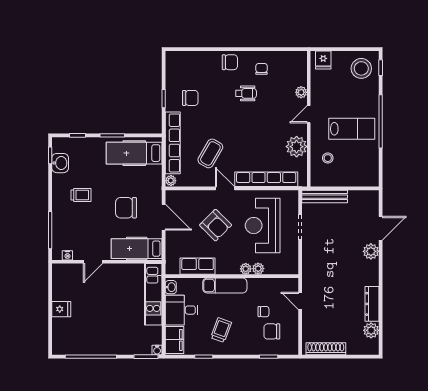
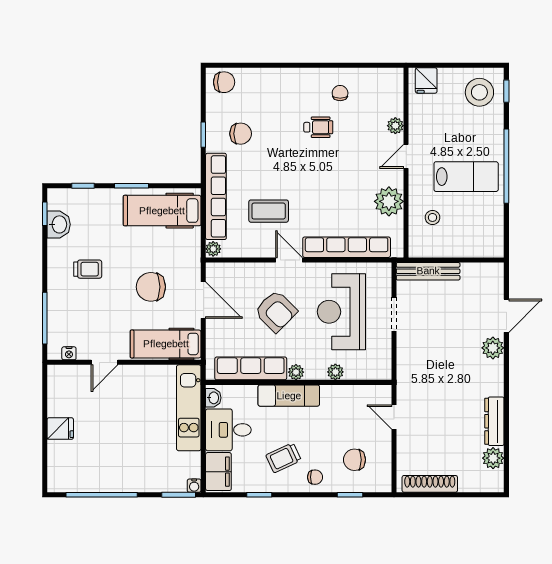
chair: (230, 62) -> (224, 82), moved
coffee table: (210, 153) -> (269, 211), turned 60
row of seats: (198, 266) -> (251, 368), width x1.48
plant: (246, 269) -> (296, 372), moved
chair: (264, 312) -> (315, 477), moved
trolley: (221, 330) -> (284, 458), turned -135

